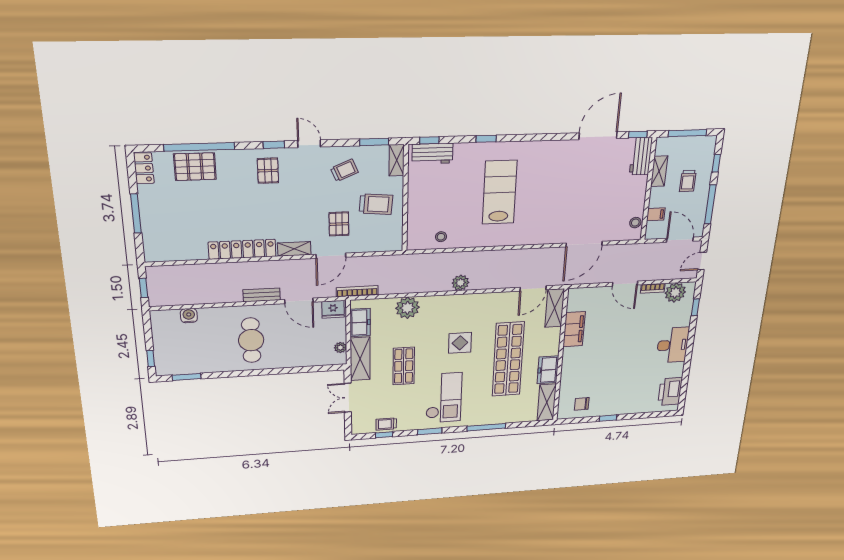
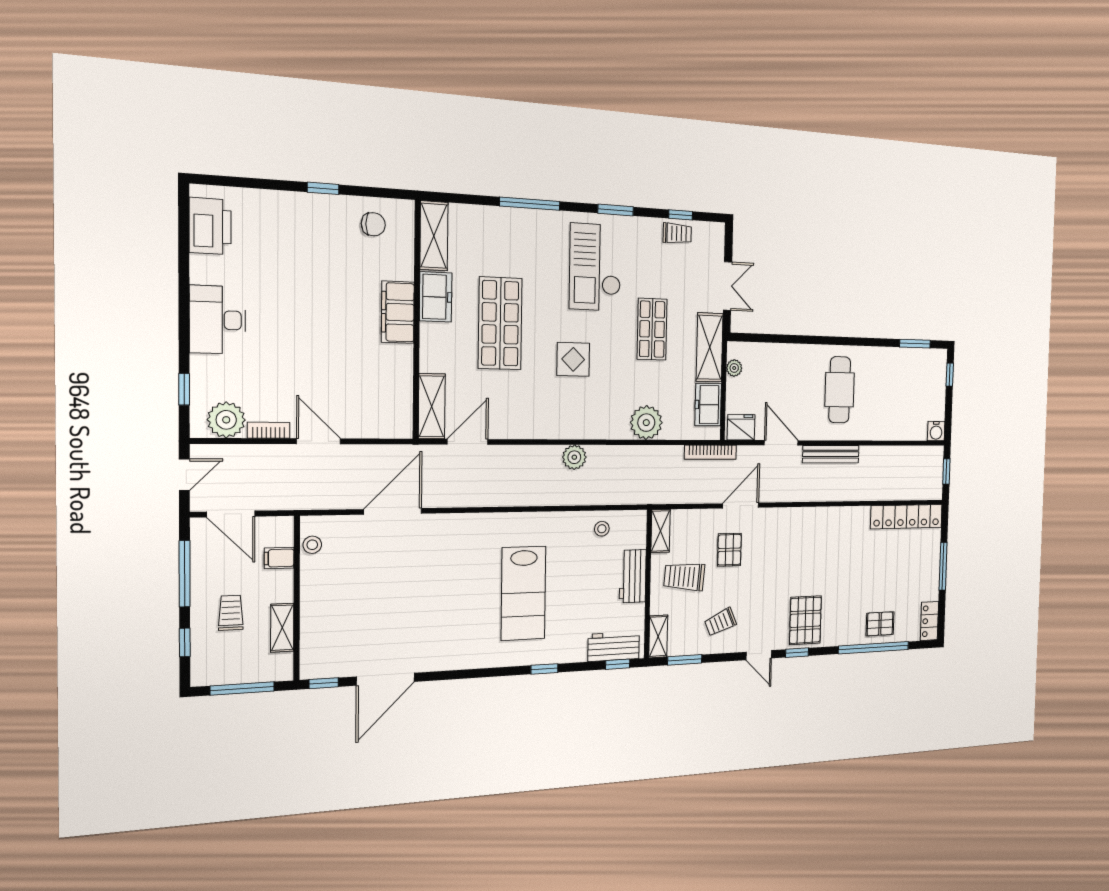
workbench: (641, 156) -> (633, 576), moved, turned 180
pallet: (195, 167) -> (880, 624), width x0.67, depth x0.71
pallet: (268, 171) -> (805, 620), width x1.50, depth x1.42
locker: (242, 249) -> (907, 517), moved
shelving: (294, 249) -> (660, 531), moved, turned 90
bench: (262, 295) -> (831, 454), width x1.36
water cooler: (189, 316) -> (936, 431), moved
filing cabinet: (574, 329) -> (398, 312), moved
shop shelf: (508, 359) -> (500, 323), width x0.71

